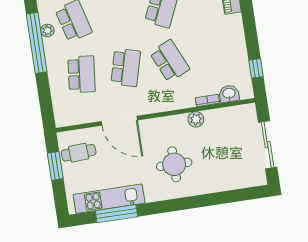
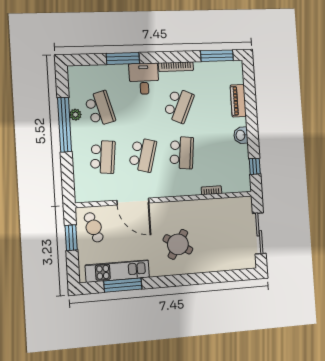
school desk: (170, 61) -> (182, 153), turned 30
washbasin: (229, 94) -> (241, 135), moved, turned -90
plant: (196, 119) -> (200, 206), removed
cafe table: (79, 153) -> (94, 227), turned 74
round table: (174, 164) -> (178, 244), turned 31

